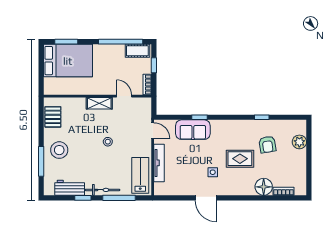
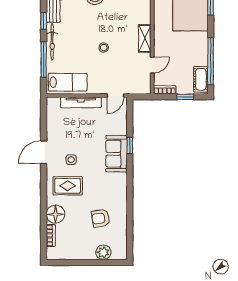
window: (262, 117) -> (130, 212), removed
sofa: (193, 130) -> (117, 154), moved
rug: (240, 159) -> (68, 186), moved, turned 90

